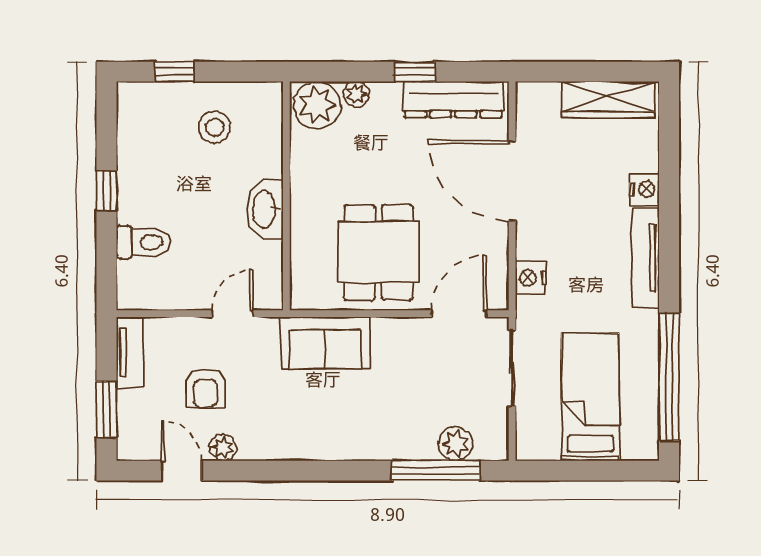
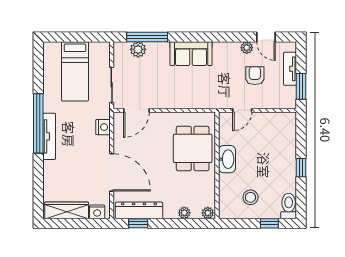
window: (415, 72) -> (138, 223), moved
plant: (317, 105) -> (208, 213), width x0.53, depth x0.53
nightstand: (644, 189) -> (97, 212), moved, turned -90
toilet: (144, 242) -> (289, 206), moved, turned 90
dining table: (379, 252) -> (193, 148), moved
sofa: (325, 343) -> (191, 54), moved, turned 180
tv unit: (130, 352) -> (290, 69), moved
window: (669, 377) -> (38, 123), moved
window: (107, 409) -> (301, 86), moved

